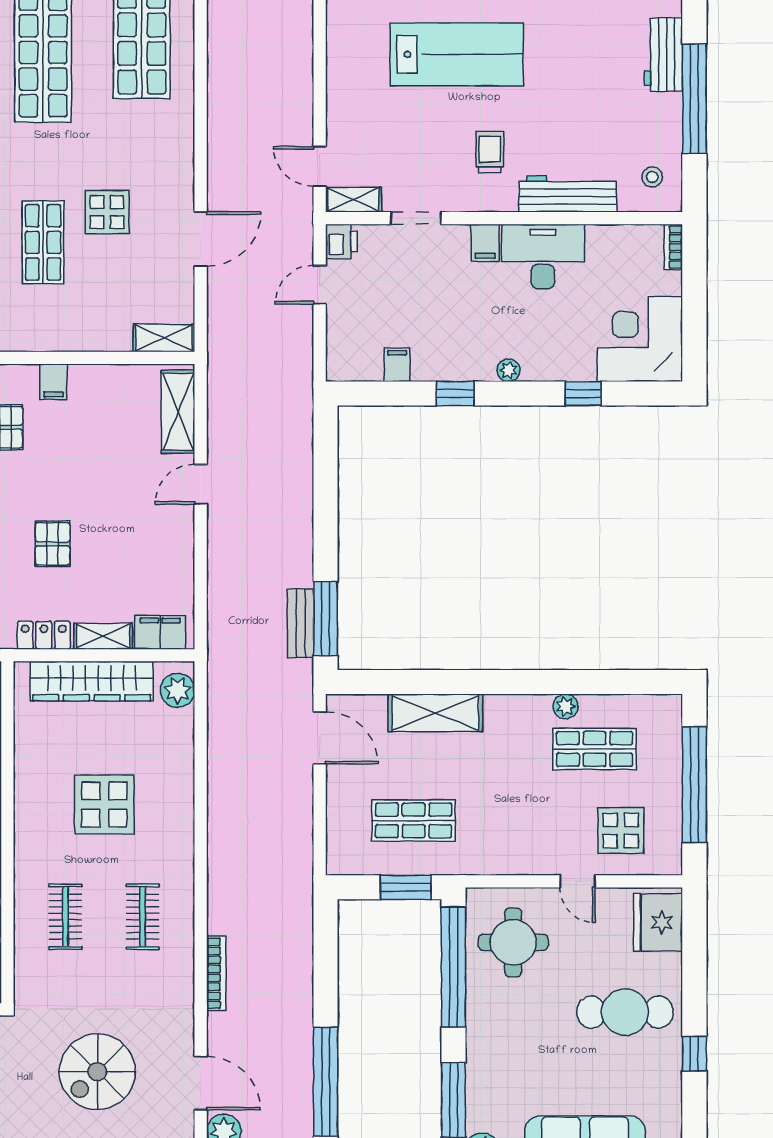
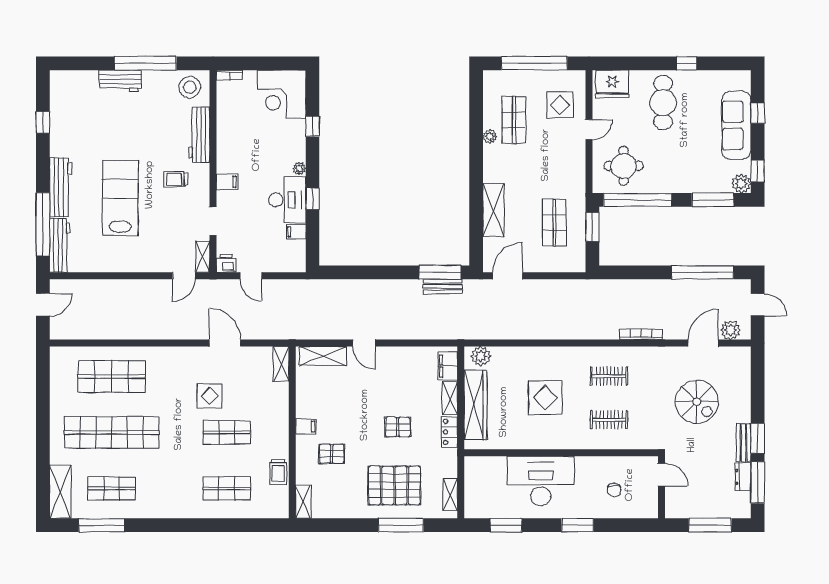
stool: (652, 177) -> (190, 87), width x1.89, depth x1.89
desk: (543, 257) -> (287, 200), moved, turned 180

